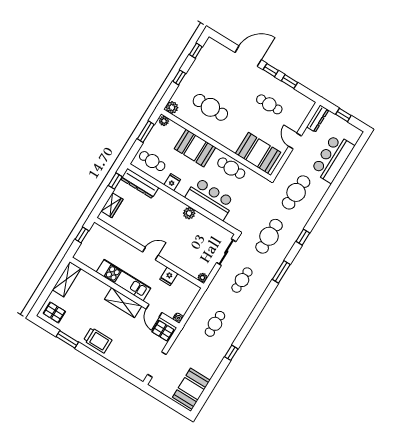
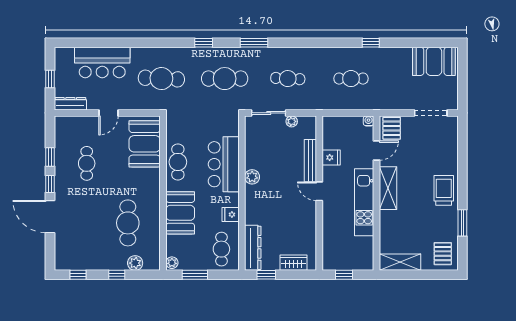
plant: (172, 107) -> (135, 263), moved
bench: (175, 261) -> (310, 161), added
plant: (202, 278) -> (292, 121), moved

